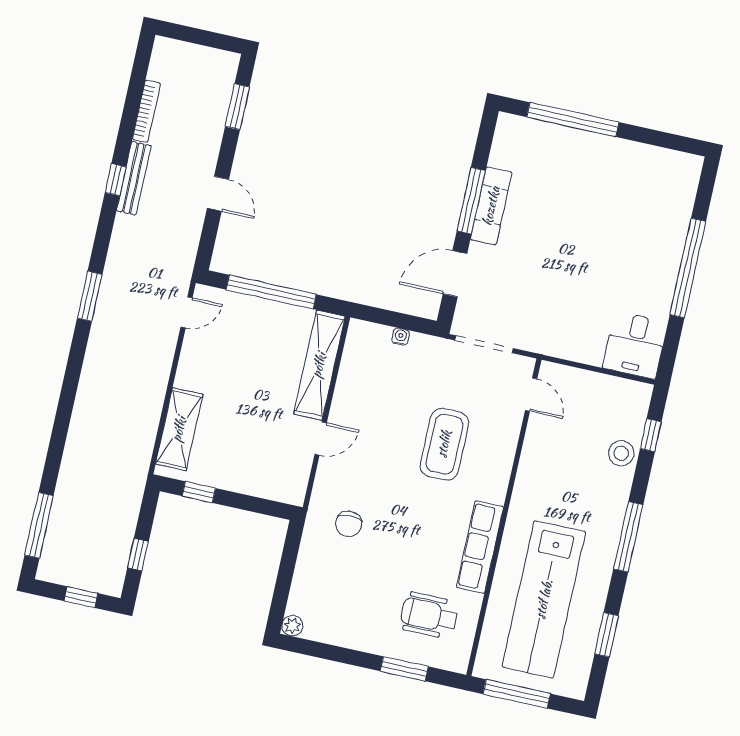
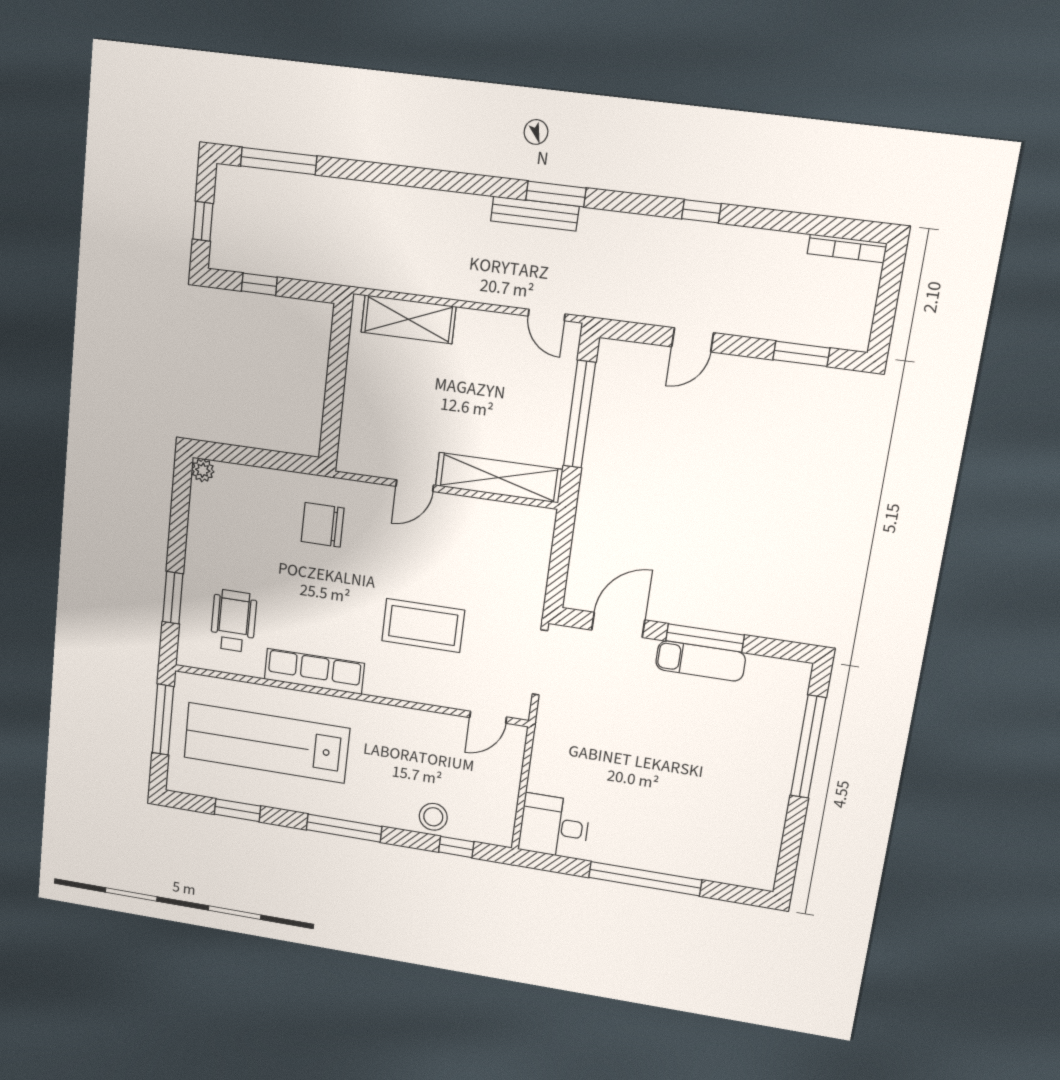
bookcase: (146, 111) -> (847, 248), moved
bench: (134, 178) -> (535, 214), moved
door: (455, 274) -> (618, 625), hinge flipped
water cooler: (401, 337) -> (540, 568), removed
door: (321, 439) -> (415, 486), hinge flipped
window: (199, 492) -> (339, 349), removed
chair: (349, 524) -> (323, 525), width x1.37, depth x1.37

